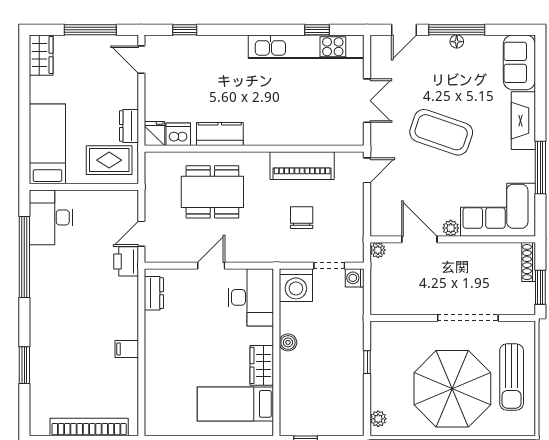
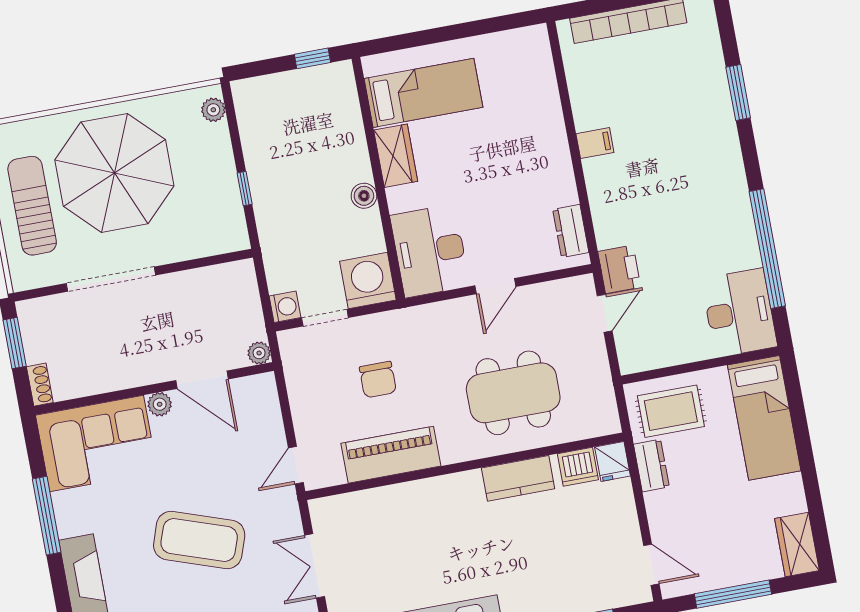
shoe rack: (529, 262) -> (40, 385), width x0.70

